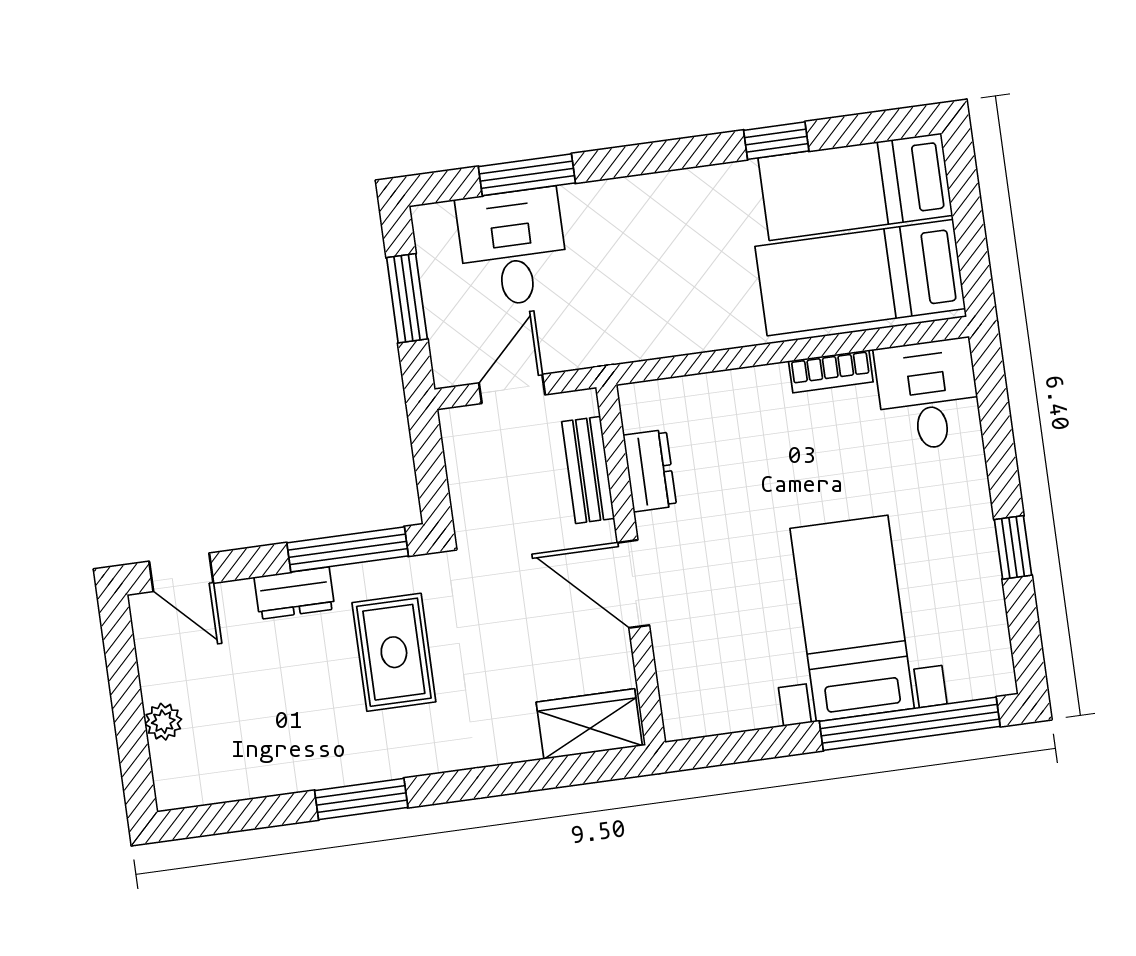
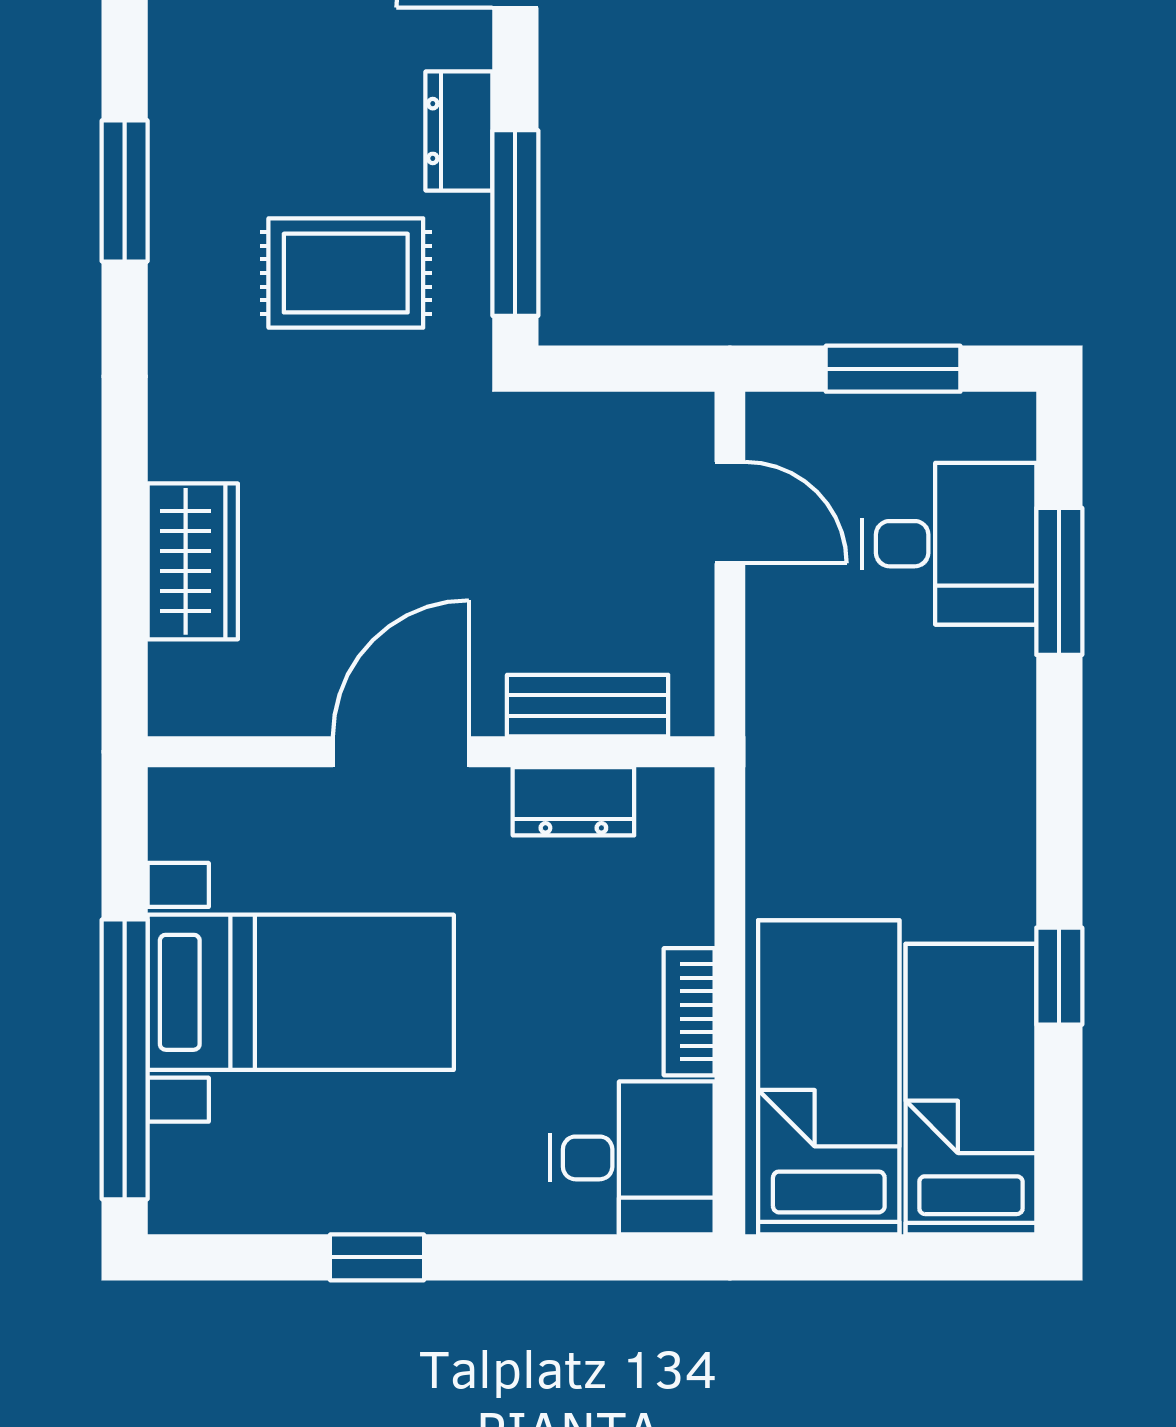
bench: (588, 470) -> (588, 706), moved
dresser: (650, 471) -> (573, 801), moved
wall: (631, 565) -> (431, 752), moved
door: (633, 584) -> (401, 752), moved

